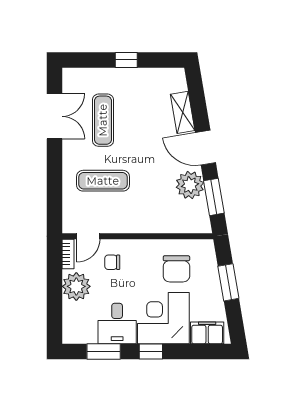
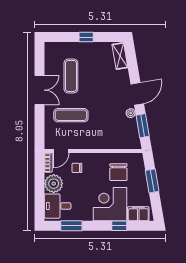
shelving: (183, 112) -> (120, 56), moved
double door: (54, 116) -> (40, 90), moved
door: (206, 148) -> (137, 94), swing flipped
plant: (190, 185) -> (131, 113), width x0.53, depth x0.53
desk: (117, 324) -> (58, 206), moved, turned 90
window: (151, 352) -> (119, 226), moved

